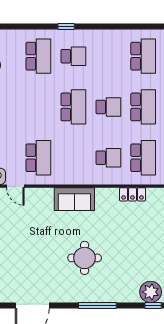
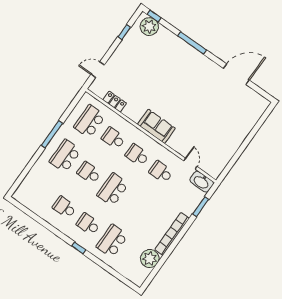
school desk: (143, 56) -> (64, 207), moved, width x0.54
school desk: (38, 158) -> (161, 172), width x0.54
school desk: (73, 158) -> (137, 155), added
round table: (85, 258) -> (178, 81), removed

